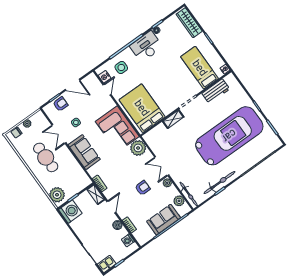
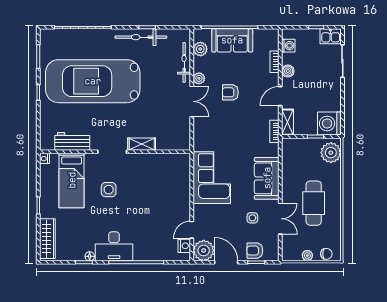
side table: (121, 68) -> (109, 190), moved
bed: (142, 108) -> (168, 181), removed
plant: (138, 148) -> (204, 250), moved
bicycle: (189, 194) -> (184, 62), moved

